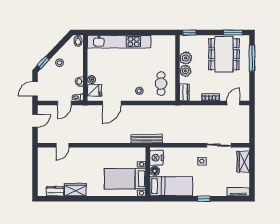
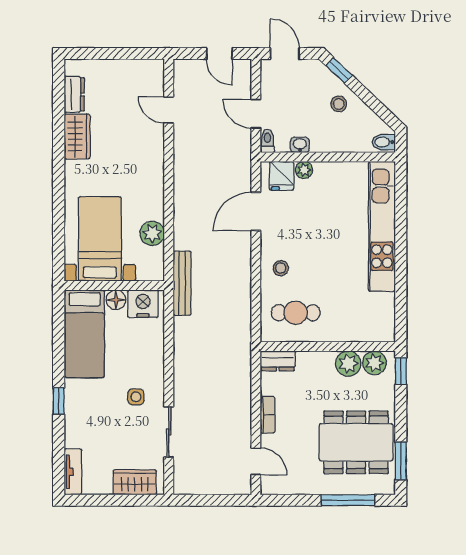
plant: (185, 71) -> (374, 363), moved
door: (112, 103) -> (256, 211), hinge flipped
plant: (122, 153) -> (152, 233), added

